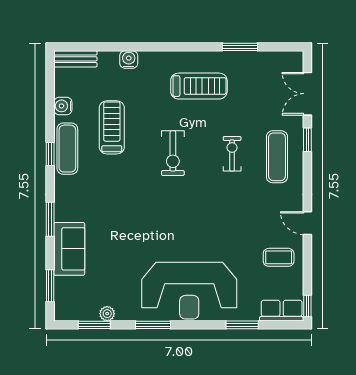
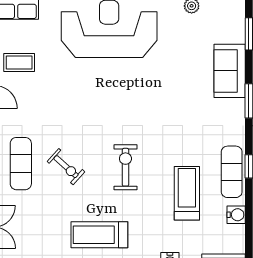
treadmill: (112, 127) -> (187, 193), turned 180
exercise bike: (232, 154) -> (66, 167), turned -48

